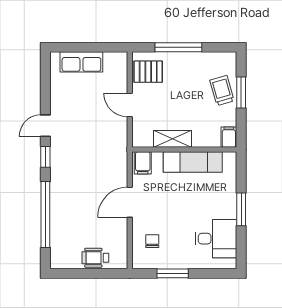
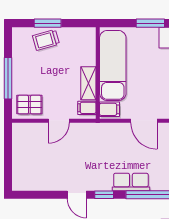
row of seats: (81, 62) -> (131, 182), moved, turned -90
pallet: (148, 72) -> (29, 105), turned 90
filing cabinet: (229, 137) -> (87, 108), moved
exam couch: (193, 162) -> (113, 66), width x1.36, depth x1.45

